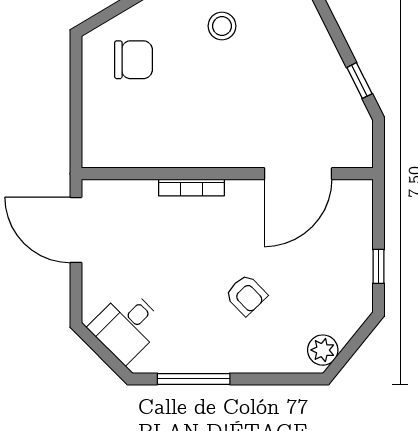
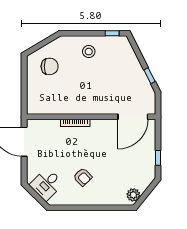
door: (298, 174) -> (133, 117), moved
armchair: (246, 295) -> (83, 177), moved
window: (194, 379) -> (76, 208), removed

